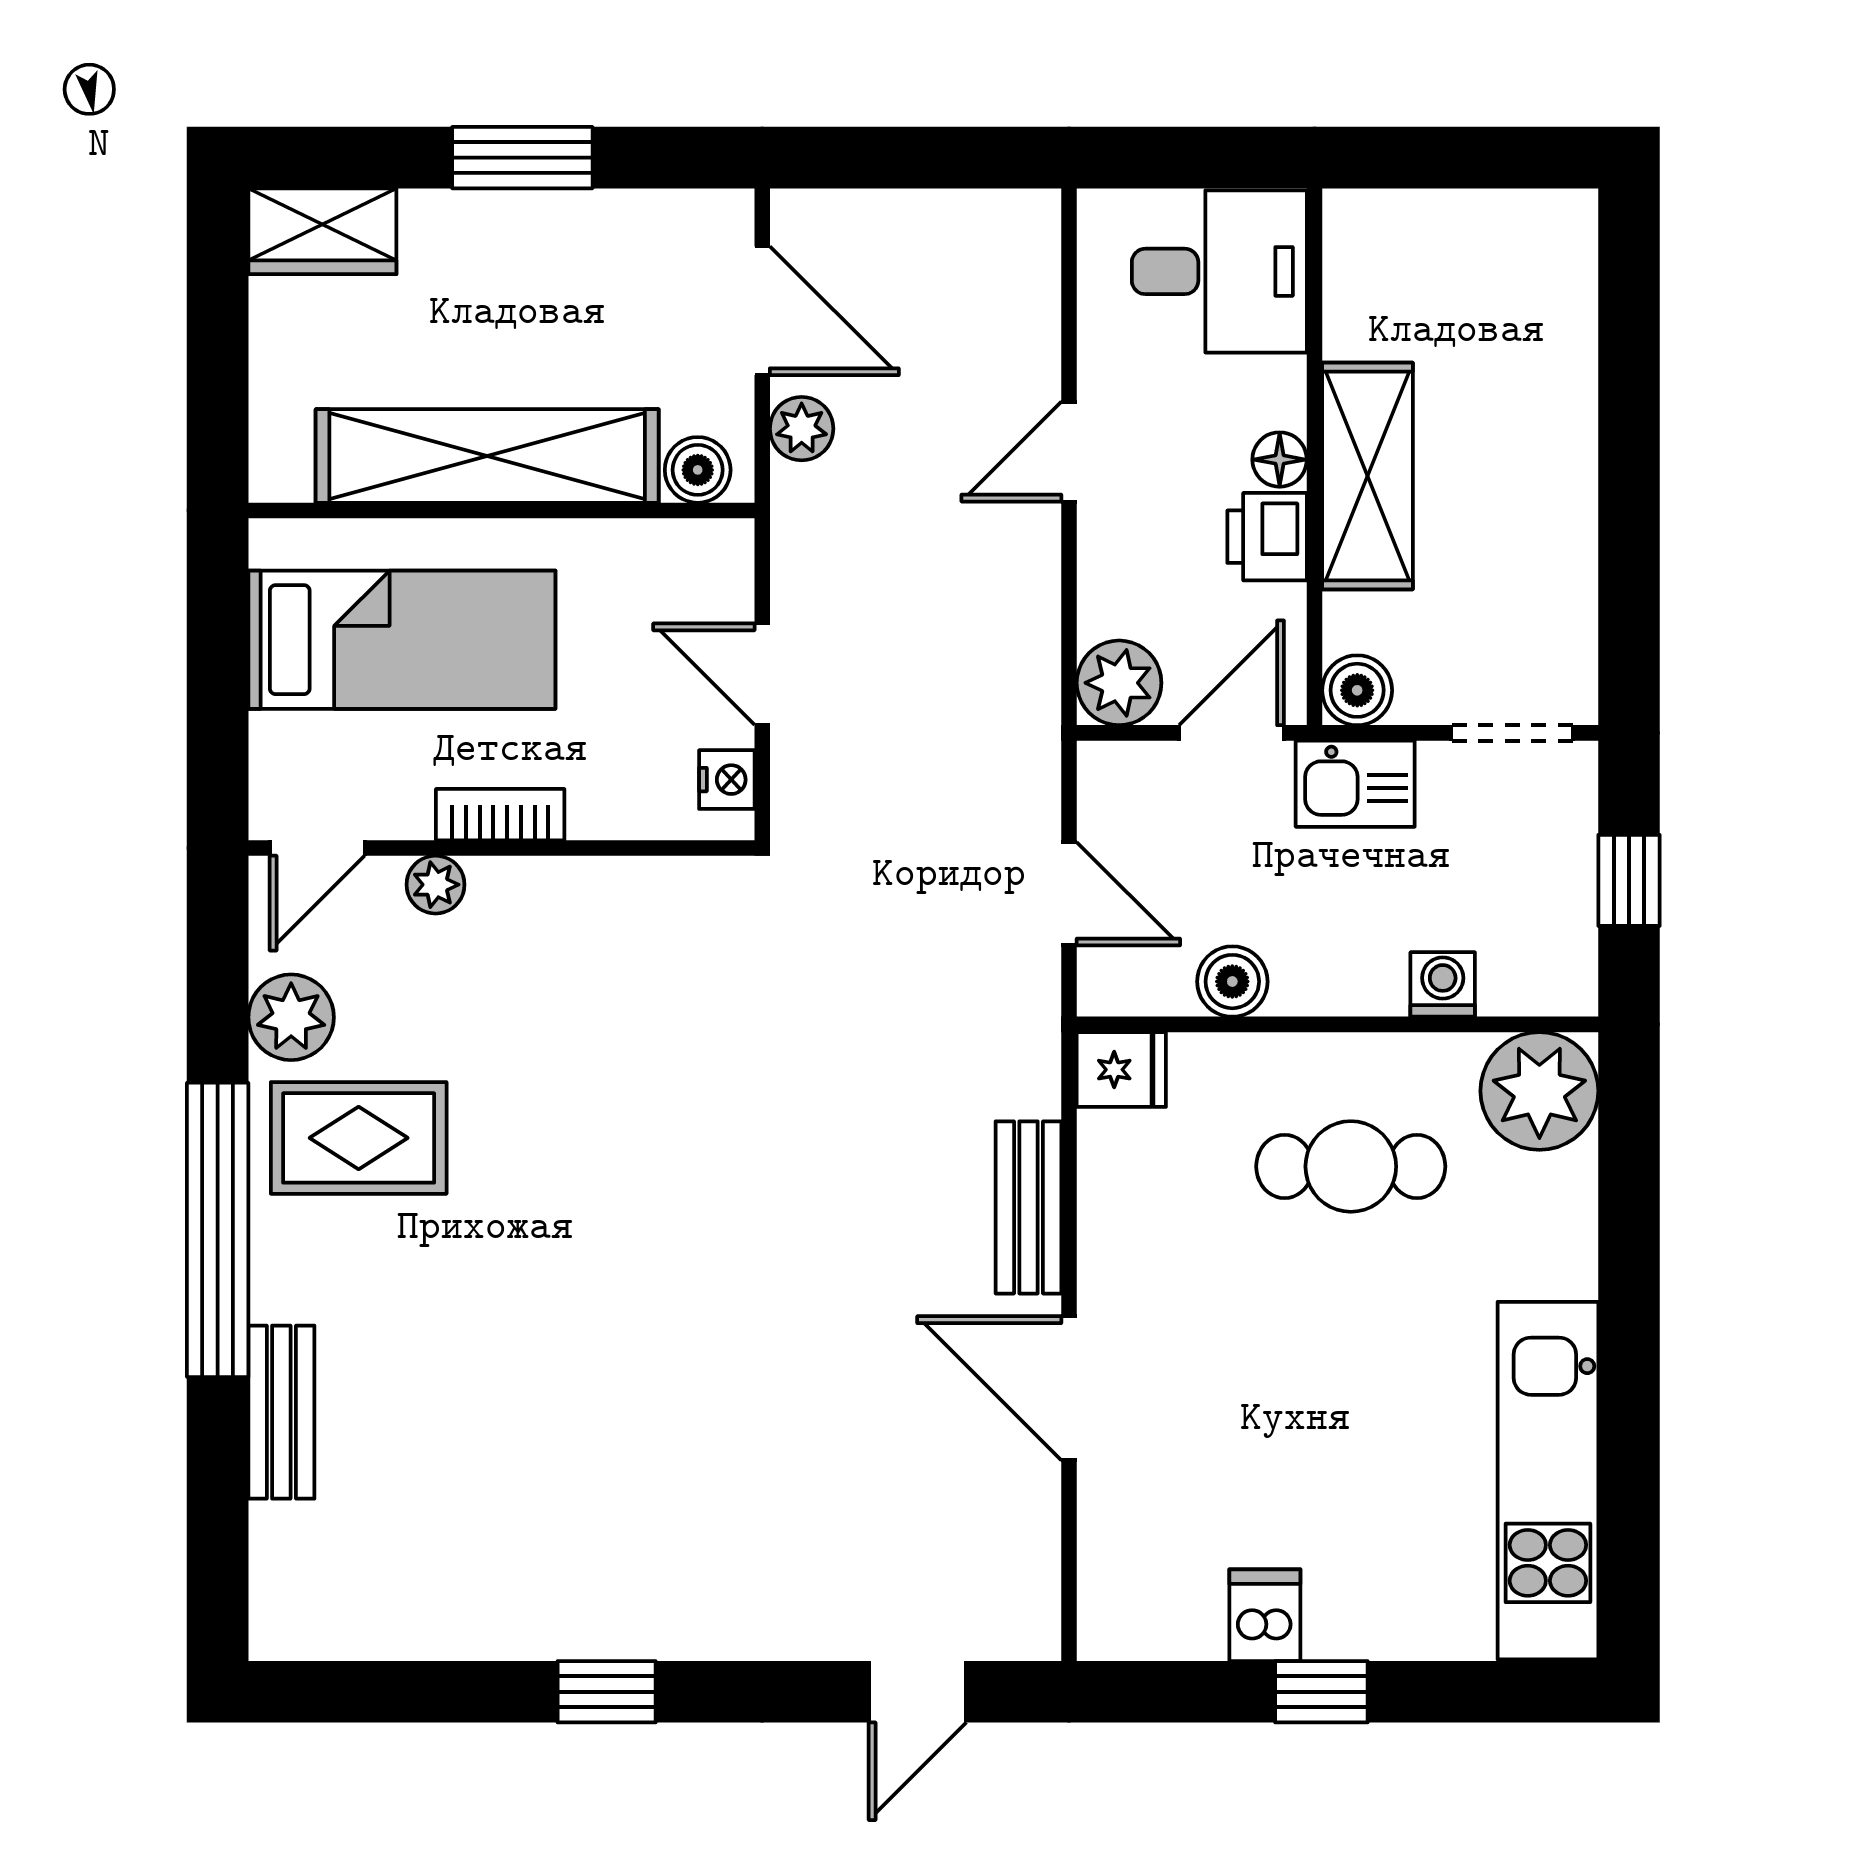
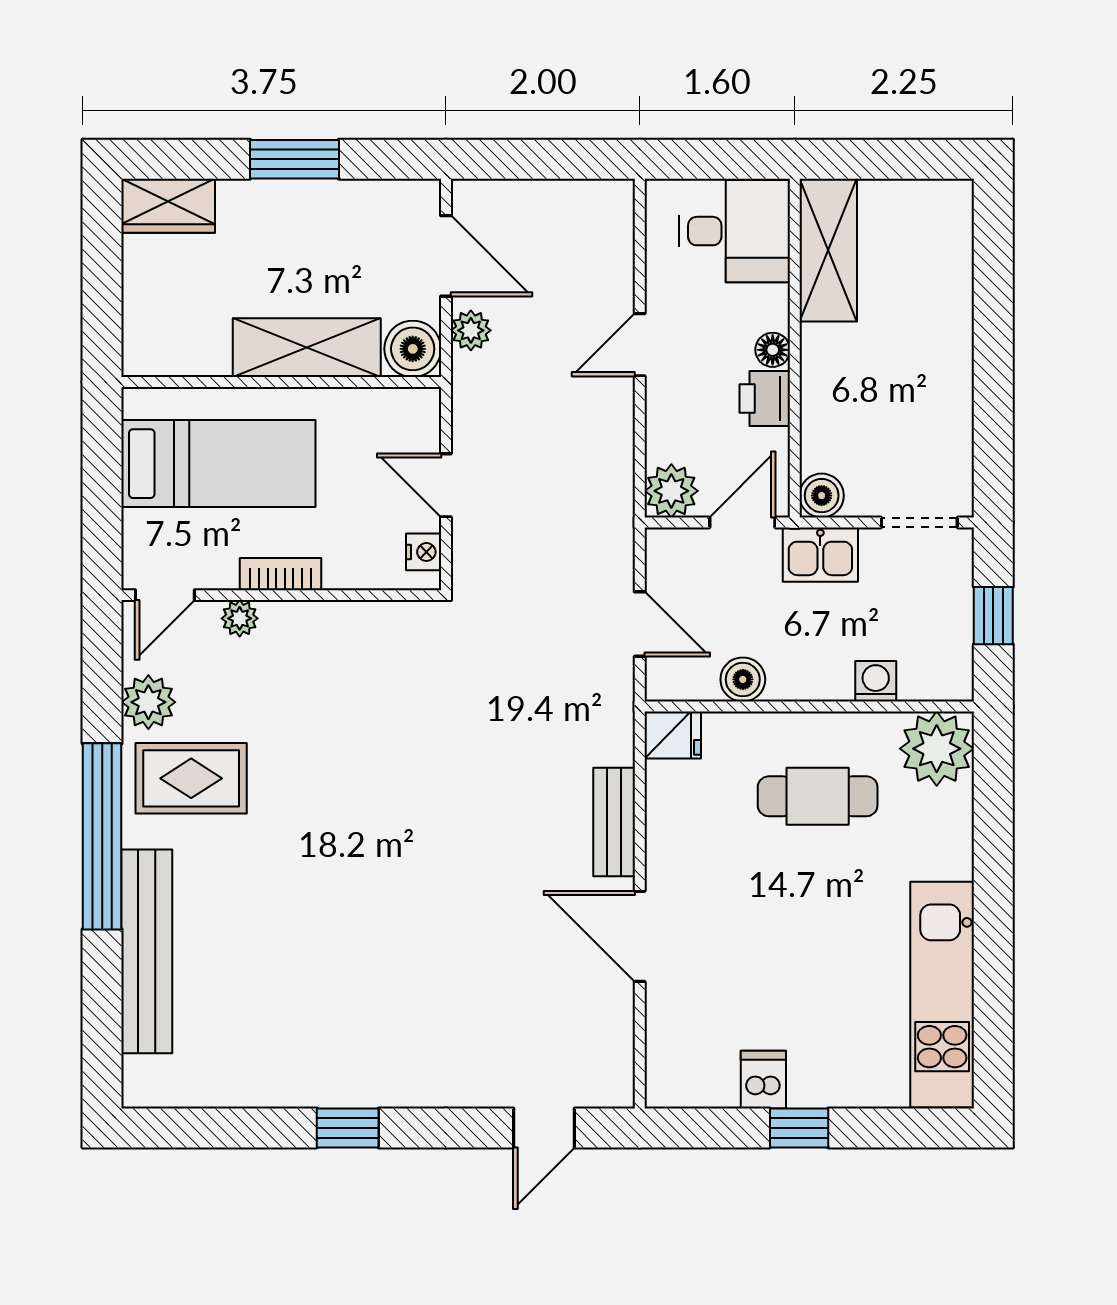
shelving: (487, 456) -> (307, 348), width x0.68
boiler: (698, 470) -> (413, 349), width x1.36, depth x1.36
shelving: (1368, 476) -> (828, 250), moved
bench: (281, 1412) -> (147, 951), width x1.86, depth x1.21

